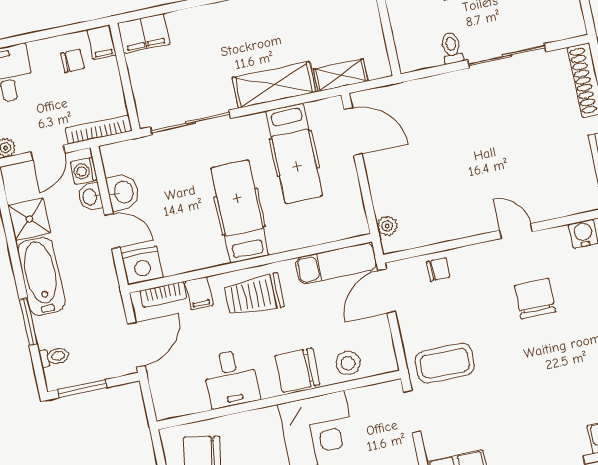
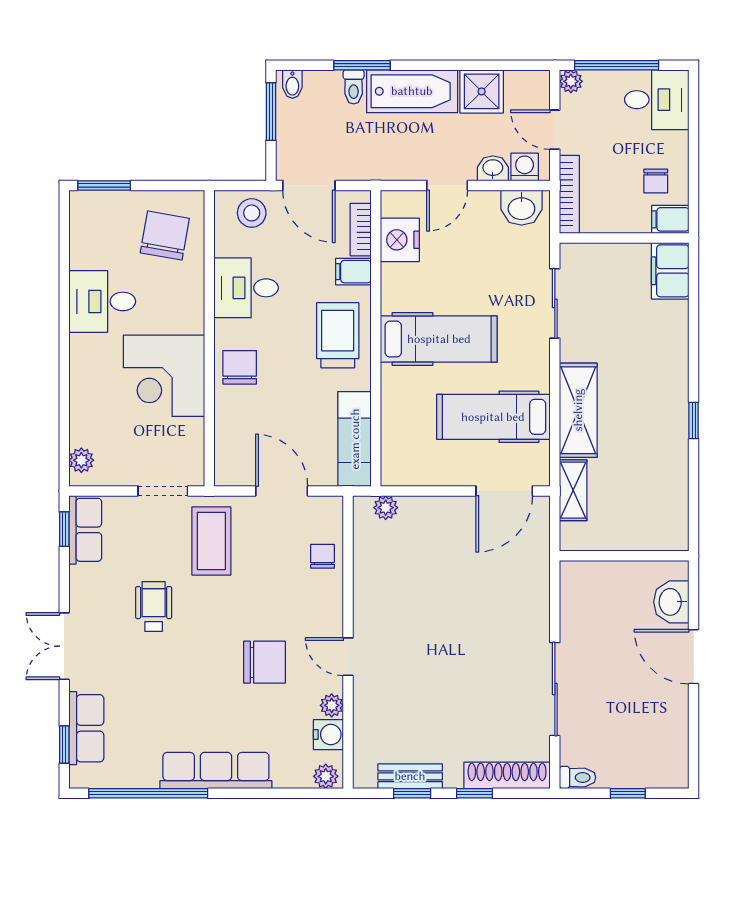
toilet: (452, 48) -> (578, 777), moved
sliding door: (190, 123) -> (555, 303), width x0.73
washbasin: (123, 192) -> (521, 208), moved
door: (516, 231) -> (348, 657), swing flipped
plant: (559, 236) -> (332, 705), added
nightstand: (142, 265) -> (400, 240), moved
chair: (438, 269) -> (323, 556), turned 180
door: (387, 291) -> (282, 491), moved
toilet: (54, 357) -> (354, 87), moved
stool: (348, 363) -> (252, 213), moved
chair: (297, 370) -> (240, 367), width x0.73, depth x0.73
bidet: (56, 376) -> (292, 84), added
wheelchair: (509, 399) -> (154, 607), added

